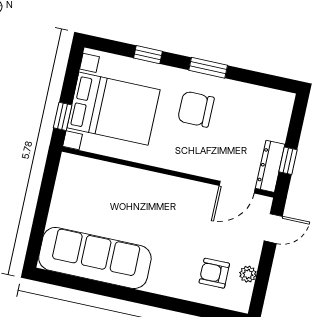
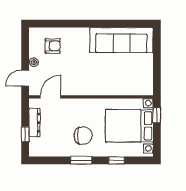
window: (288, 161) -> (25, 134), moved
dresser: (270, 166) -> (34, 123), moved
plant: (248, 274) -> (34, 62), moved

